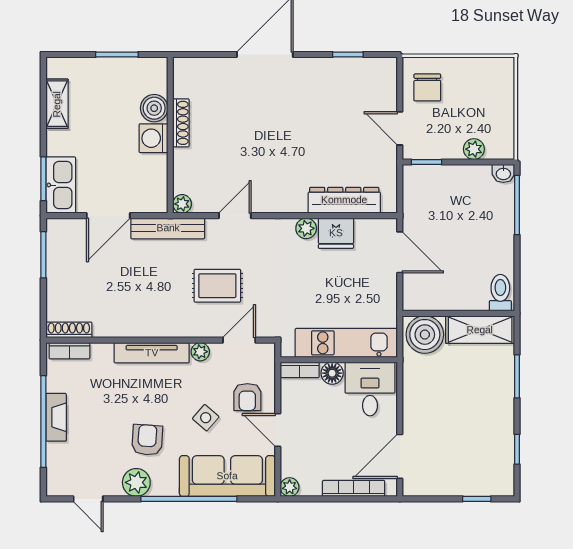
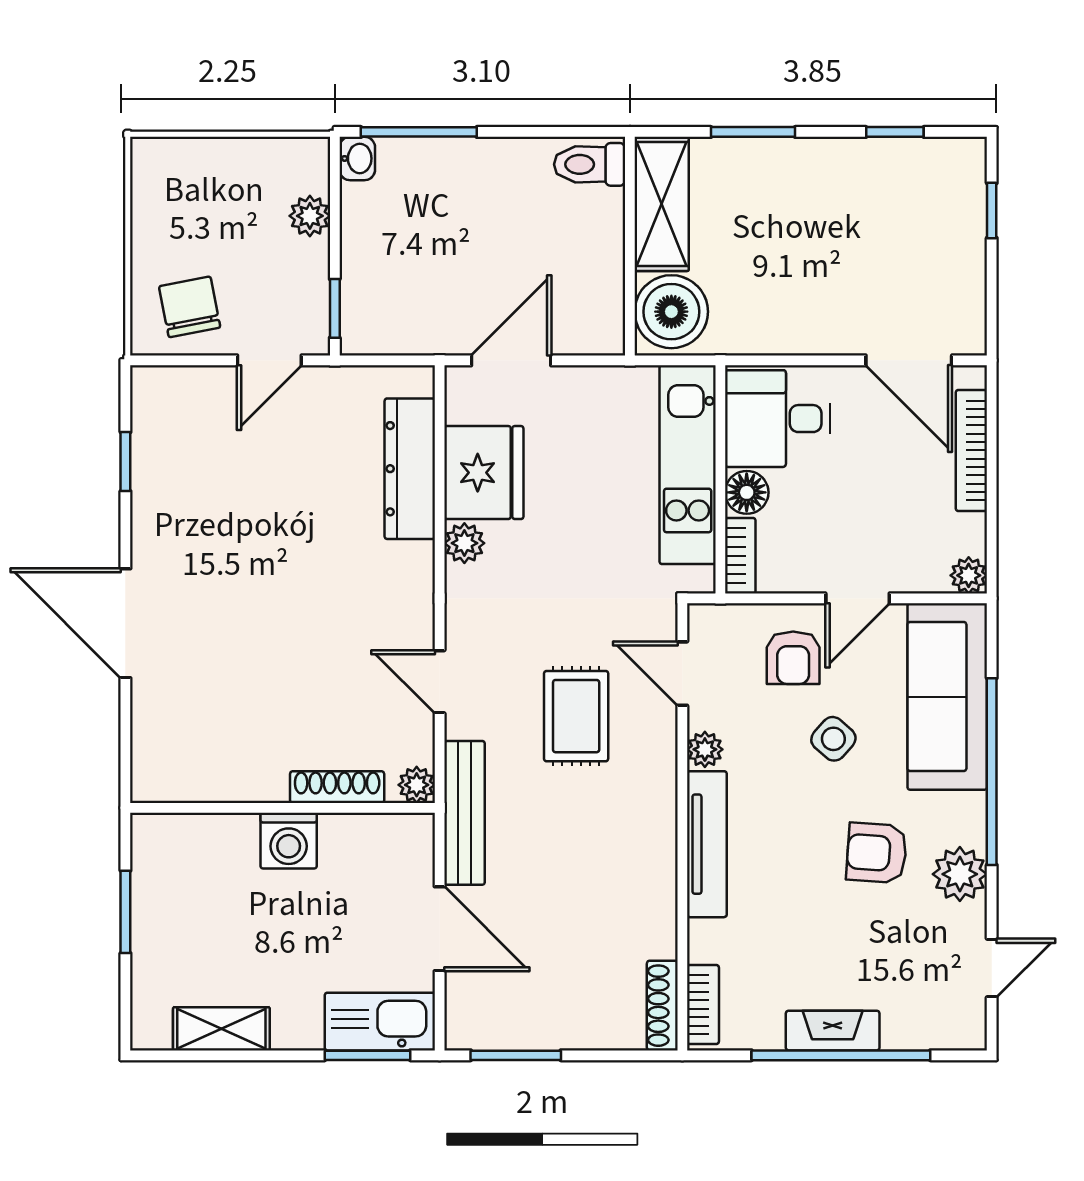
chair: (427, 87) -> (190, 307), turned -101
boiler: (154, 108) -> (230, 839), removed
shoe rack: (181, 123) -> (337, 787), moved
fridge: (336, 233) -> (484, 473), width x1.36, depth x1.34
armchair: (247, 397) -> (793, 658), turned 90

